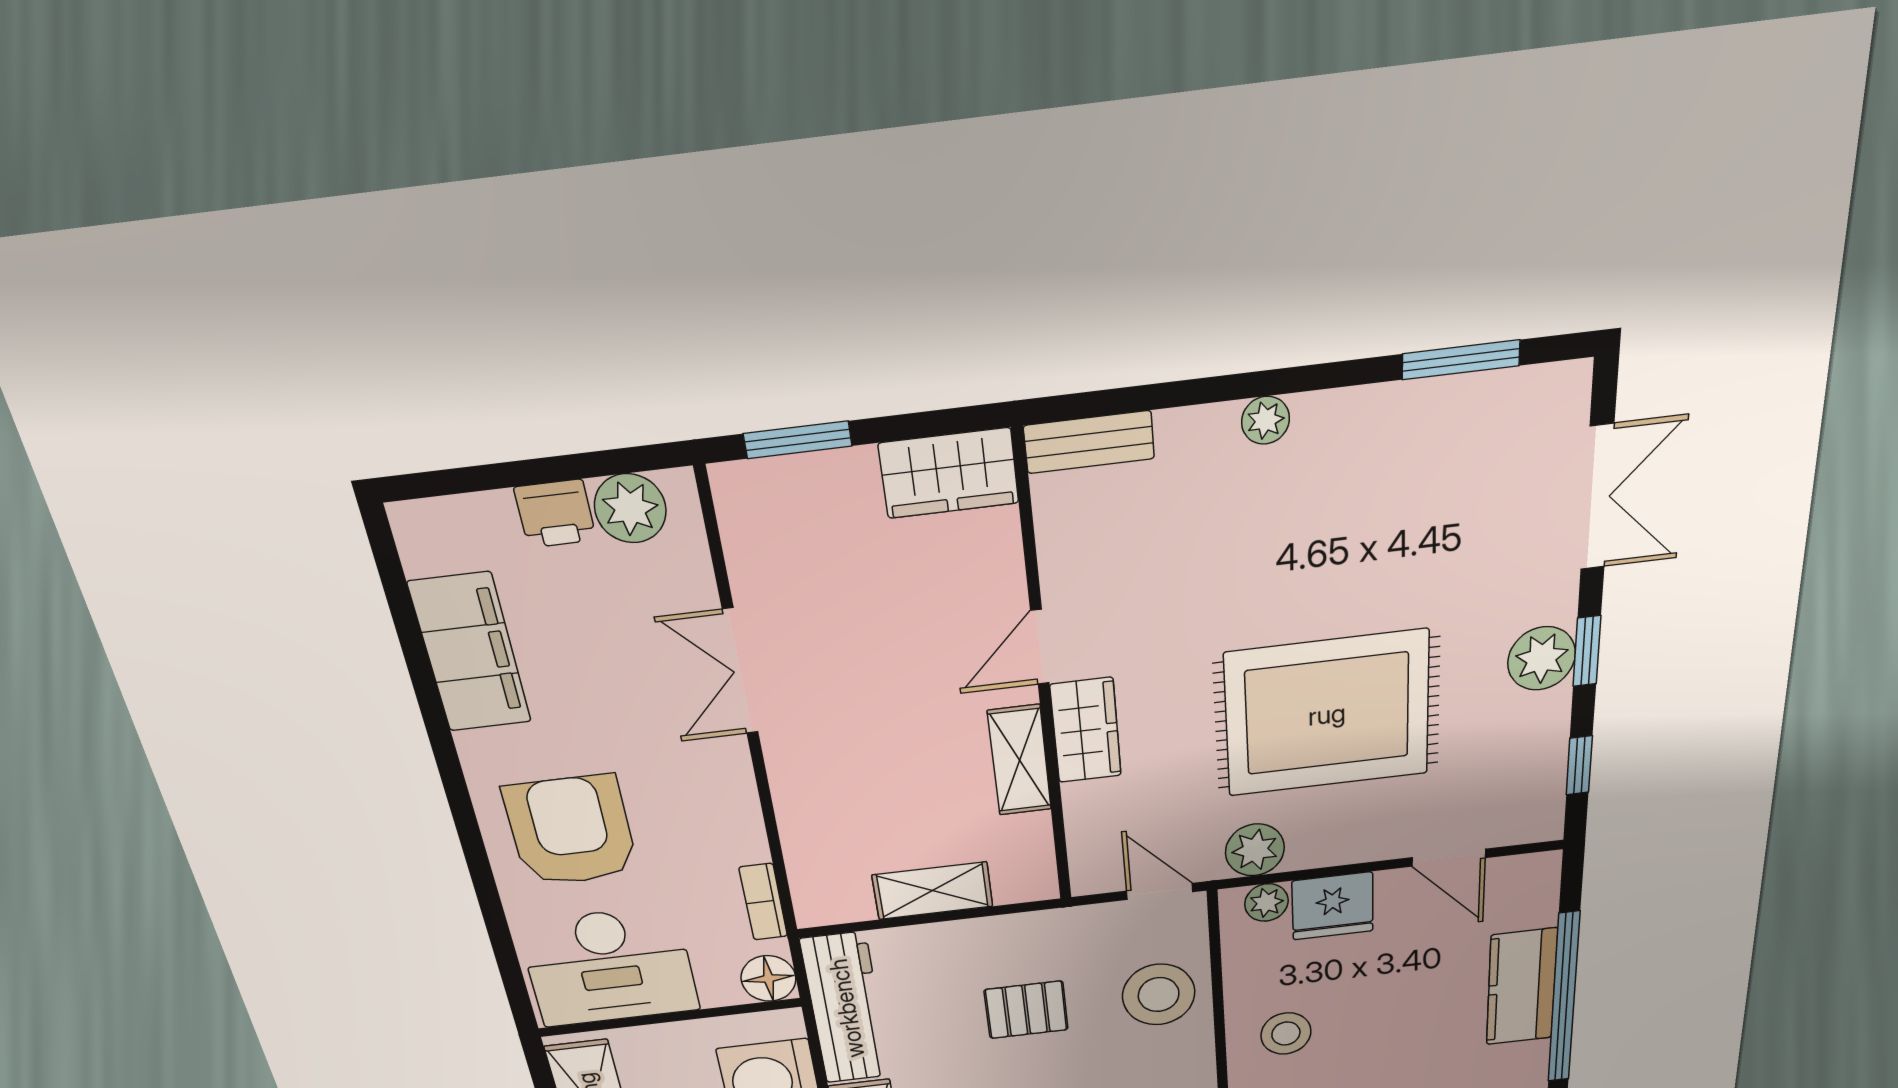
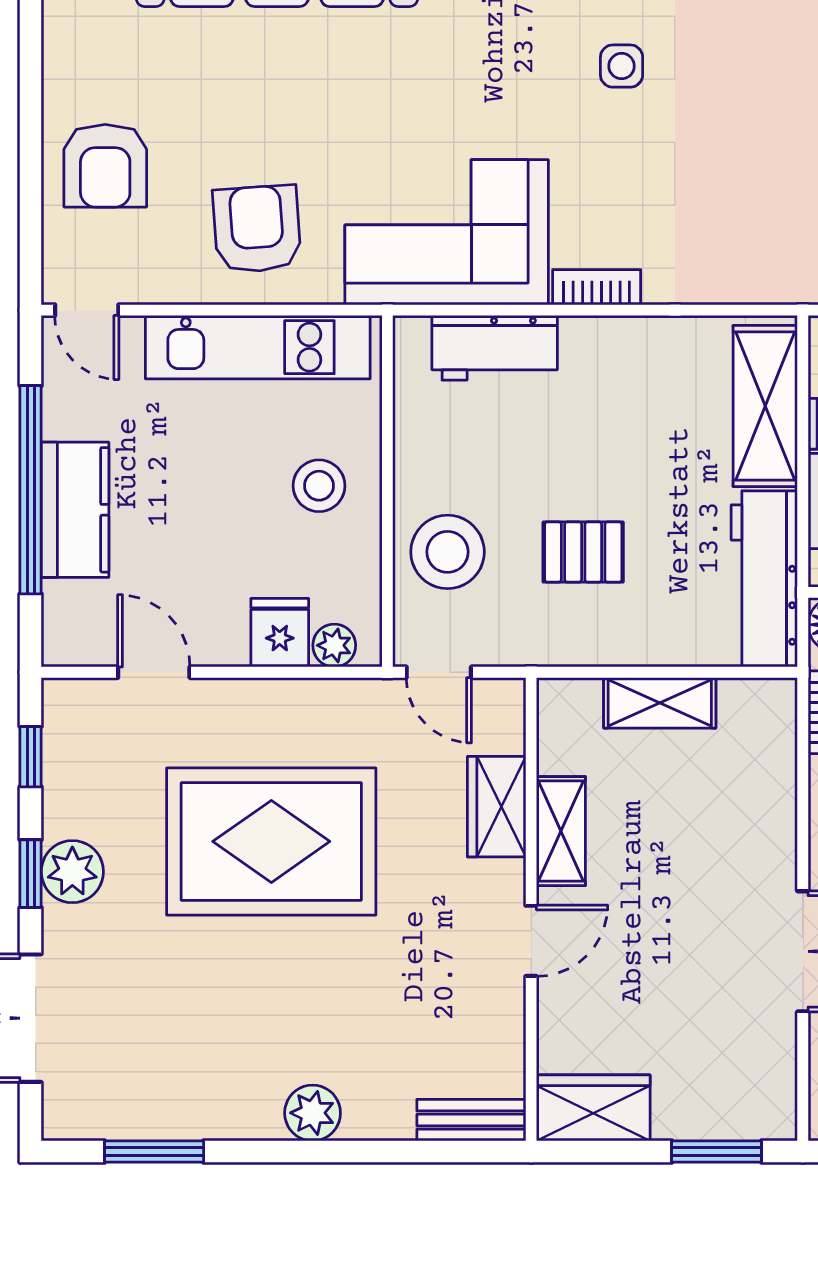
plant: (1266, 420) -> (313, 1113), width x1.38, depth x1.38
wardrobe: (1086, 730) -> (497, 807), moved
plant: (1255, 850) -> (344, 706), removed
fridge: (1333, 906) -> (280, 633), width x0.72

